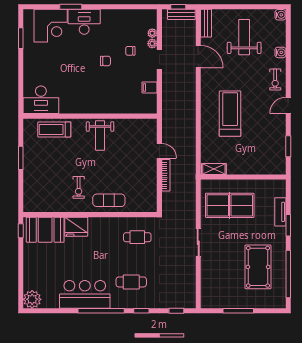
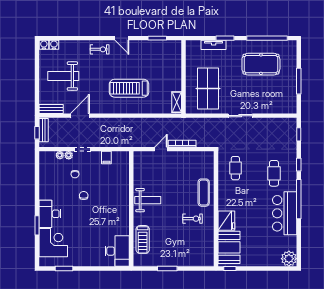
water cooler: (280, 52) -> (54, 45), moved

